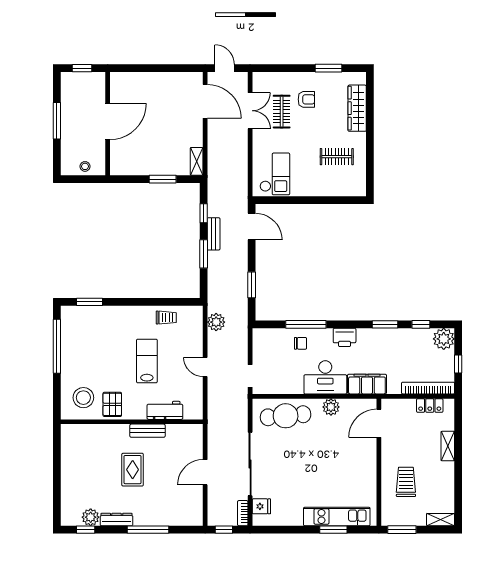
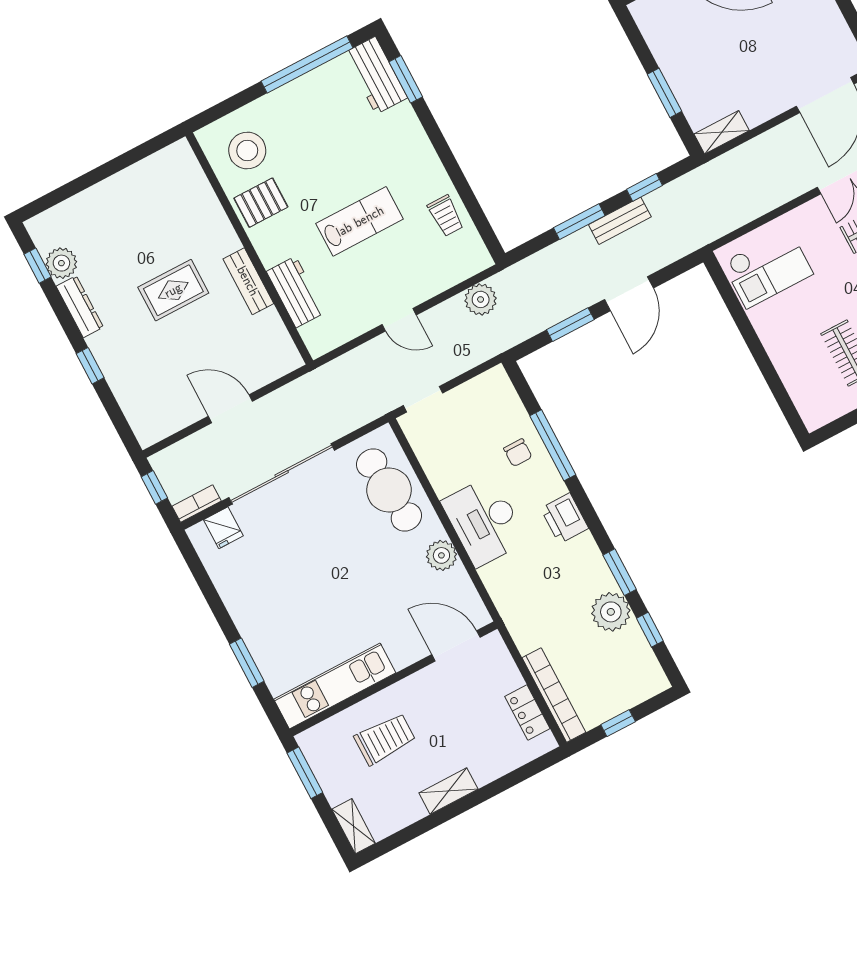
door: (252, 227) -> (629, 294), moved
workbench: (80, 316) -> (376, 75), added
plant: (444, 339) -> (611, 612), moved
door: (205, 367) -> (399, 320), swing flipped
filing cabinet: (367, 384) -> (509, 594), removed
shelving: (448, 446) -> (448, 791), moved
kitchen unit: (337, 517) -> (335, 686), moved, turned -90
window: (148, 530) -> (90, 366), width x0.46

